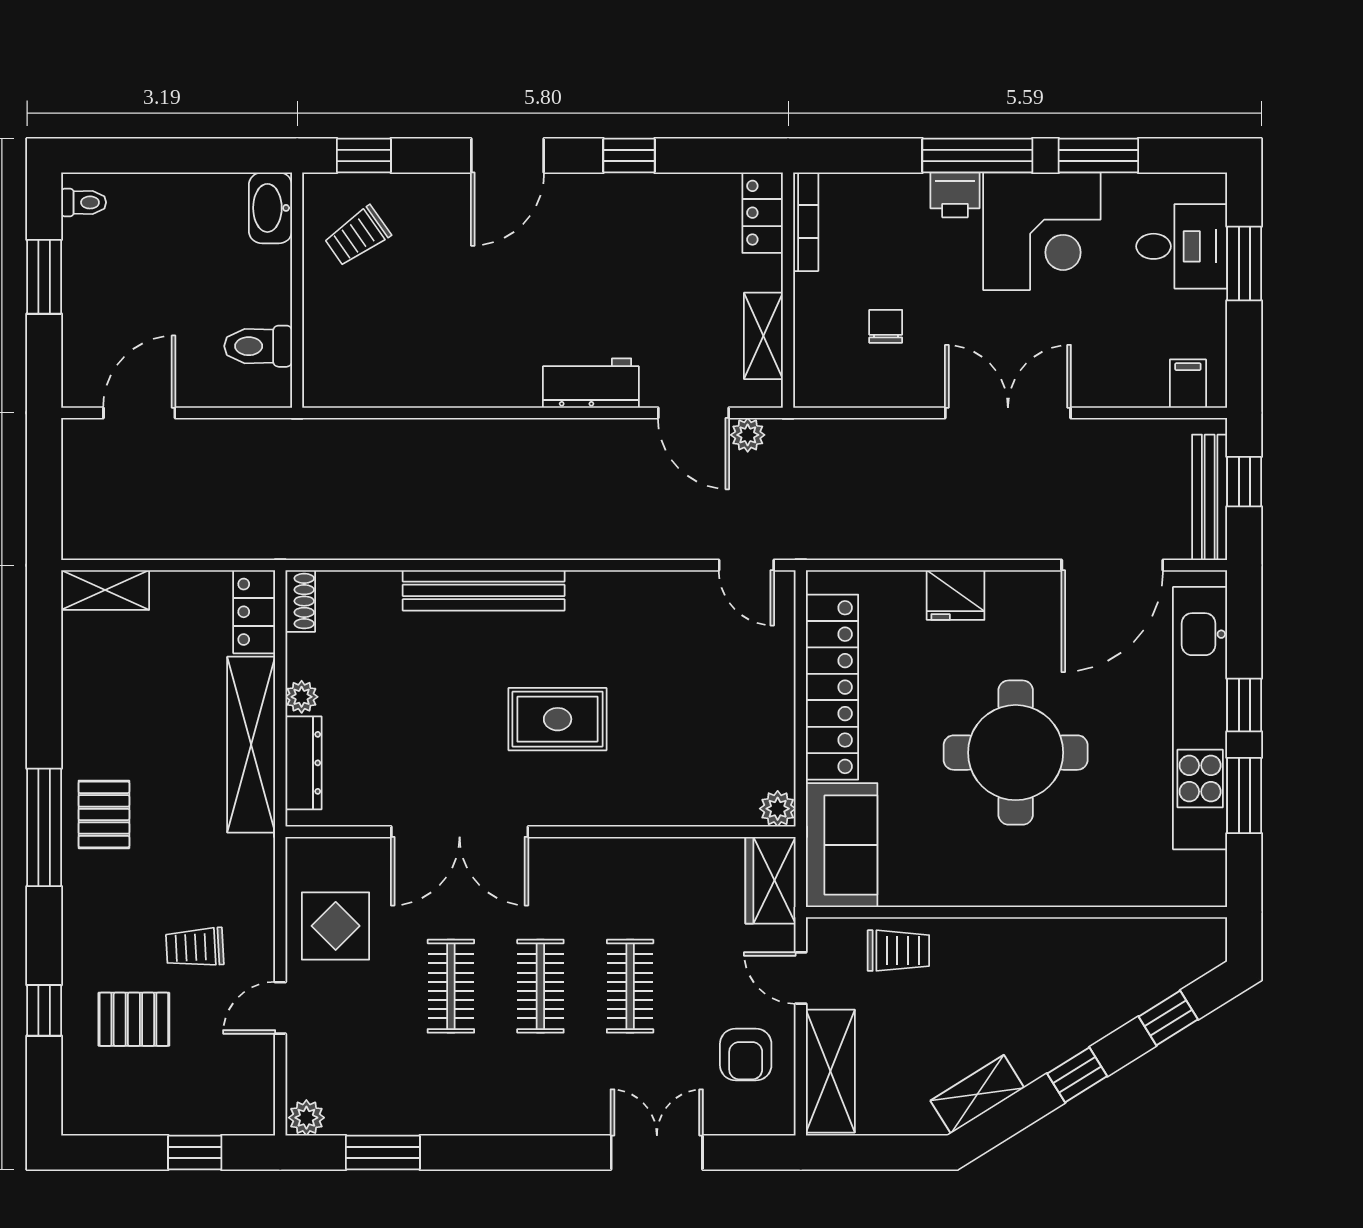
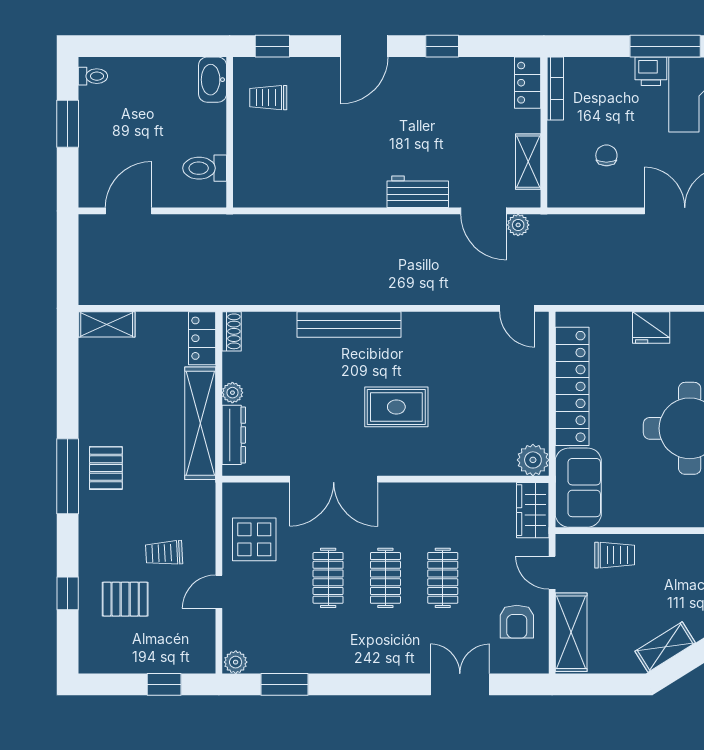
trolley: (357, 236) -> (268, 98), turned 35
plant: (778, 809) -> (533, 460), width x1.38, depth x1.38

